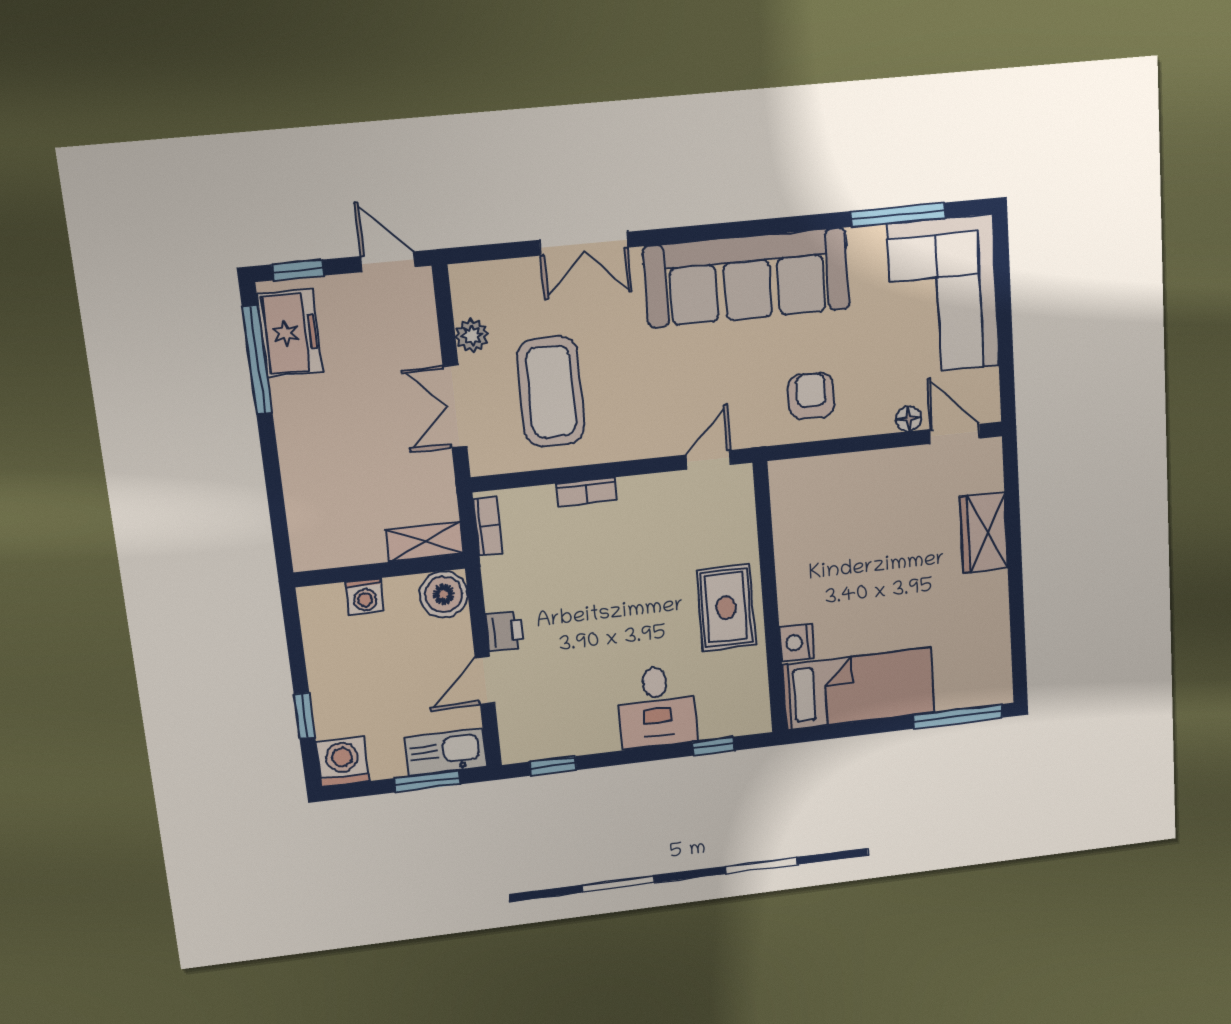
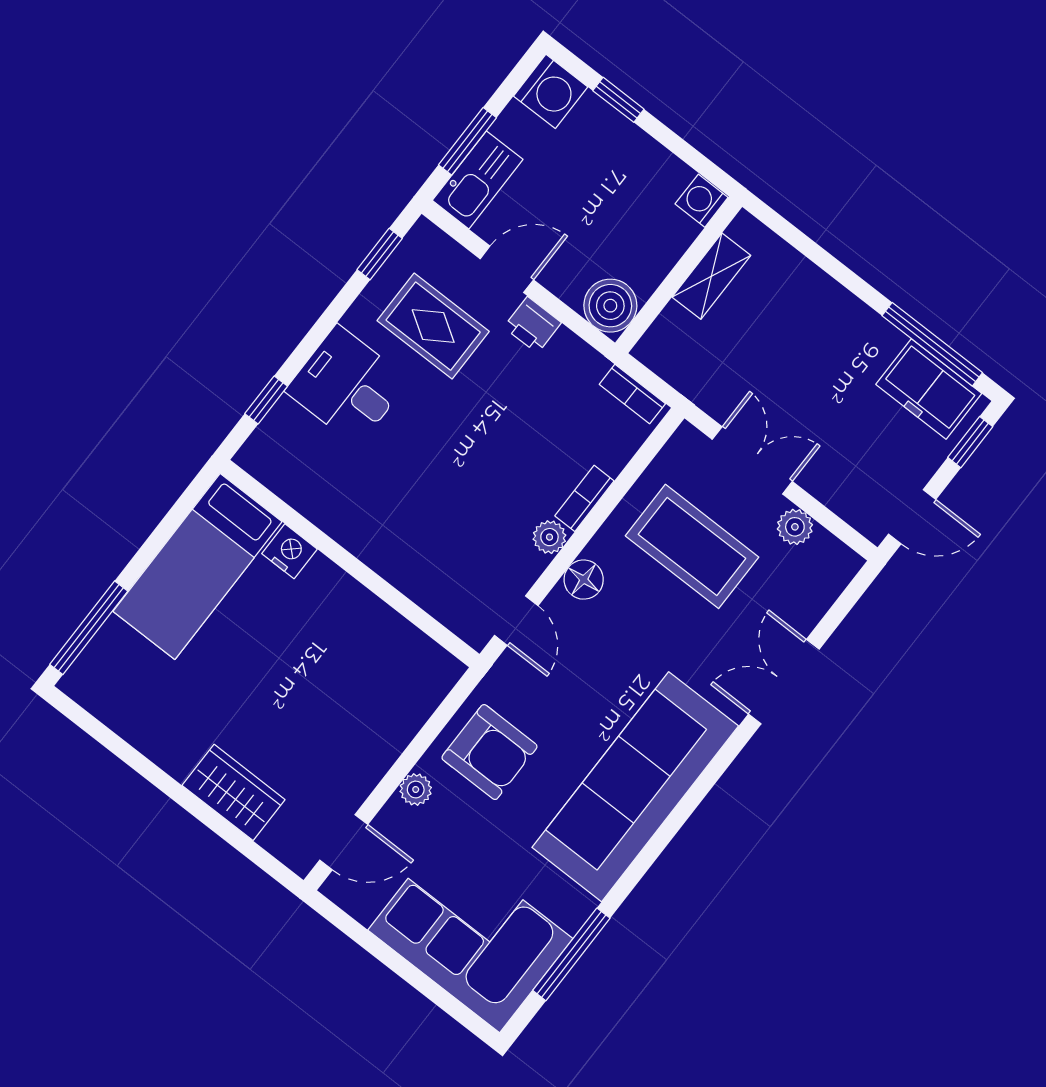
armchair: (811, 396) -> (489, 752), width x1.38, depth x1.38
floor lamp: (908, 419) -> (584, 580), moved, width x1.37, depth x1.37
plant: (879, 420) -> (416, 790), added
plant: (633, 490) -> (549, 537), added
shelving: (425, 542) -> (711, 276), moved
washing machine: (365, 597) -> (702, 201), moved
rug: (726, 608) -> (433, 326), moved
door: (485, 681) -> (507, 269), hinge flipped

